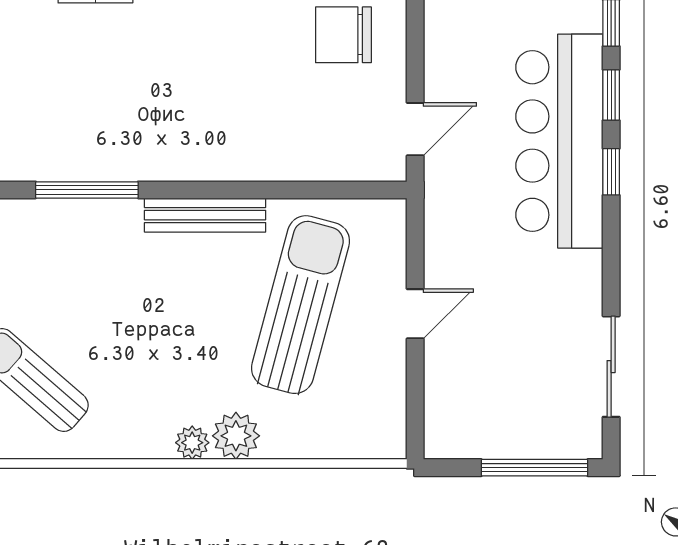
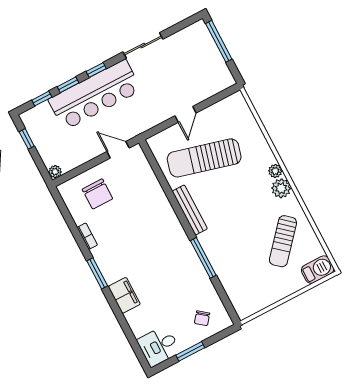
door: (415, 314) -> (186, 114), swing flipped
sliding door: (611, 367) -> (143, 45), moved
plant: (236, 436) -> (281, 188), moved

